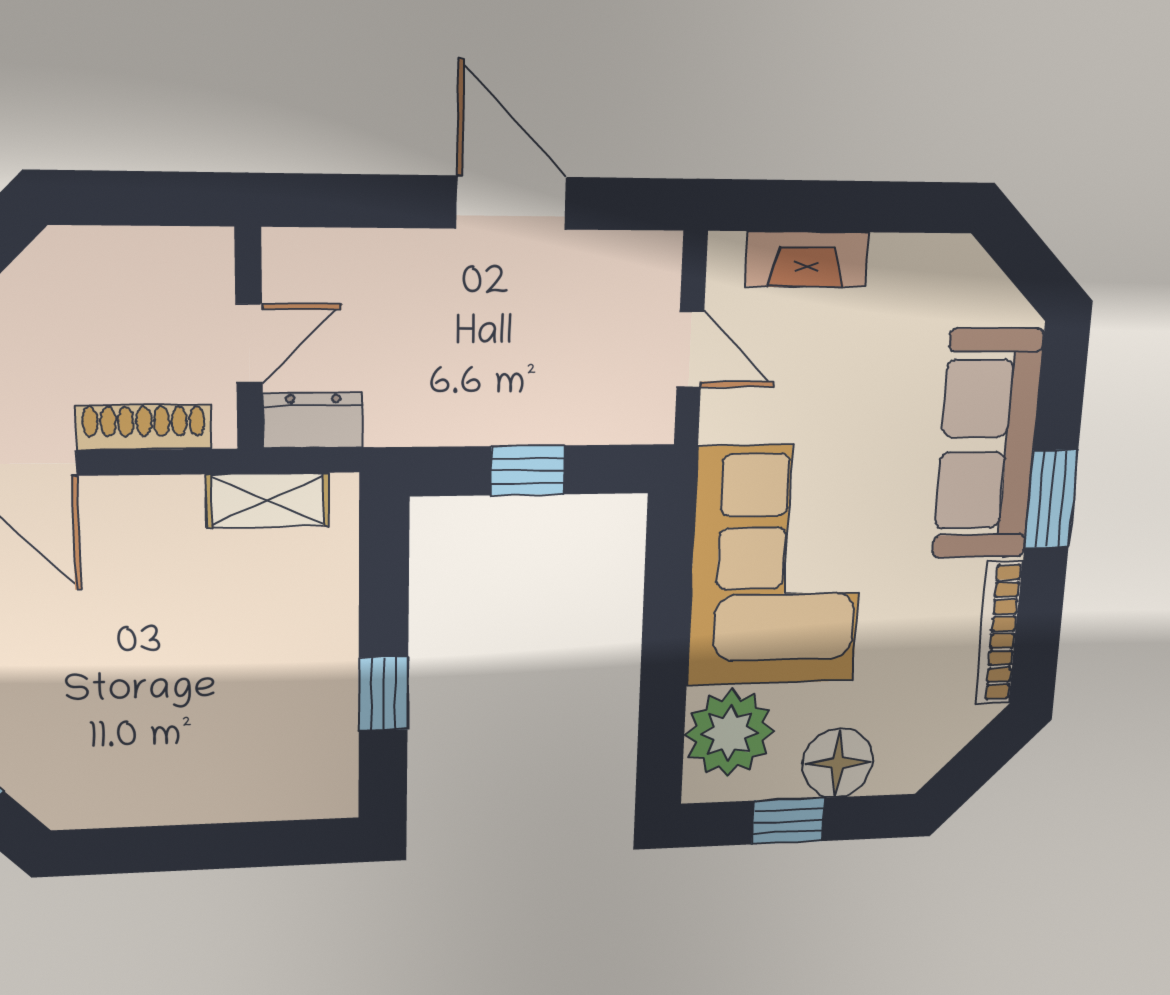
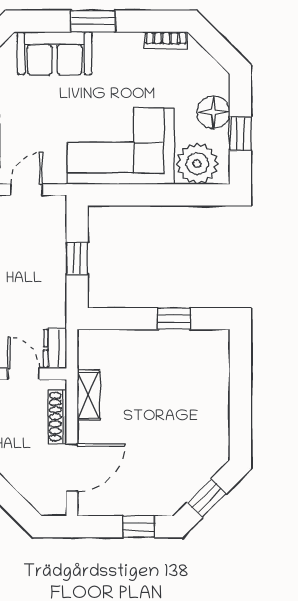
sofa: (988, 444) -> (55, 53), width x0.73
shelving: (268, 500) -> (88, 395), moved
bookcase: (999, 633) -> (166, 40), width x0.64

